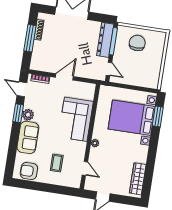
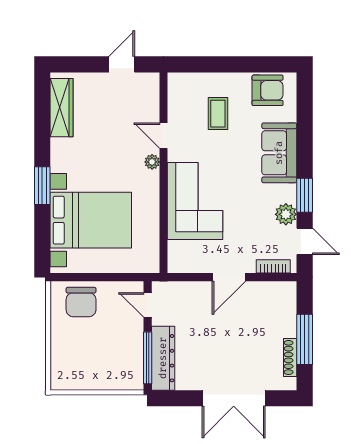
chair: (137, 43) -> (81, 302), moved
plant: (28, 115) -> (286, 214), moved
window: (158, 116) -> (42, 186), moved
door: (85, 168) -> (164, 136), moved

